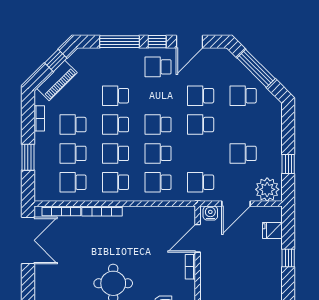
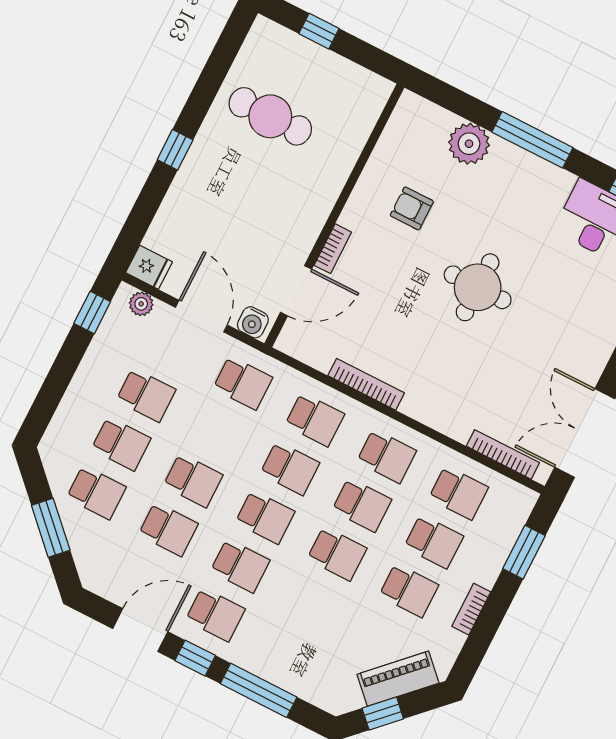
window: (256, 68) -> (51, 528), width x0.69
school desk: (116, 96) -> (240, 566), moved
bookcase: (39, 118) -> (471, 609), moved
school desk: (243, 125) -> (121, 444), added
window: (28, 157) -> (524, 552), moved
window: (288, 164) -> (92, 313), moved
plant: (267, 189) -> (141, 304), width x0.53, depth x0.53
door: (236, 204) -> (201, 316), hinge flipped
bookcase: (102, 211) -> (366, 384), moved
fridge: (272, 230) -> (149, 267), moved
window: (288, 258) -> (175, 150), moved

